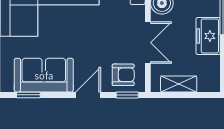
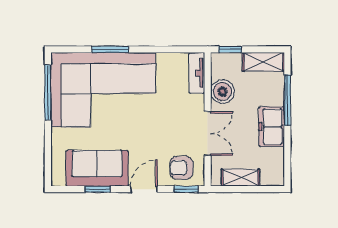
armchair: (123, 75) -> (181, 168), turned 180
window: (28, 95) -> (98, 189), moved

